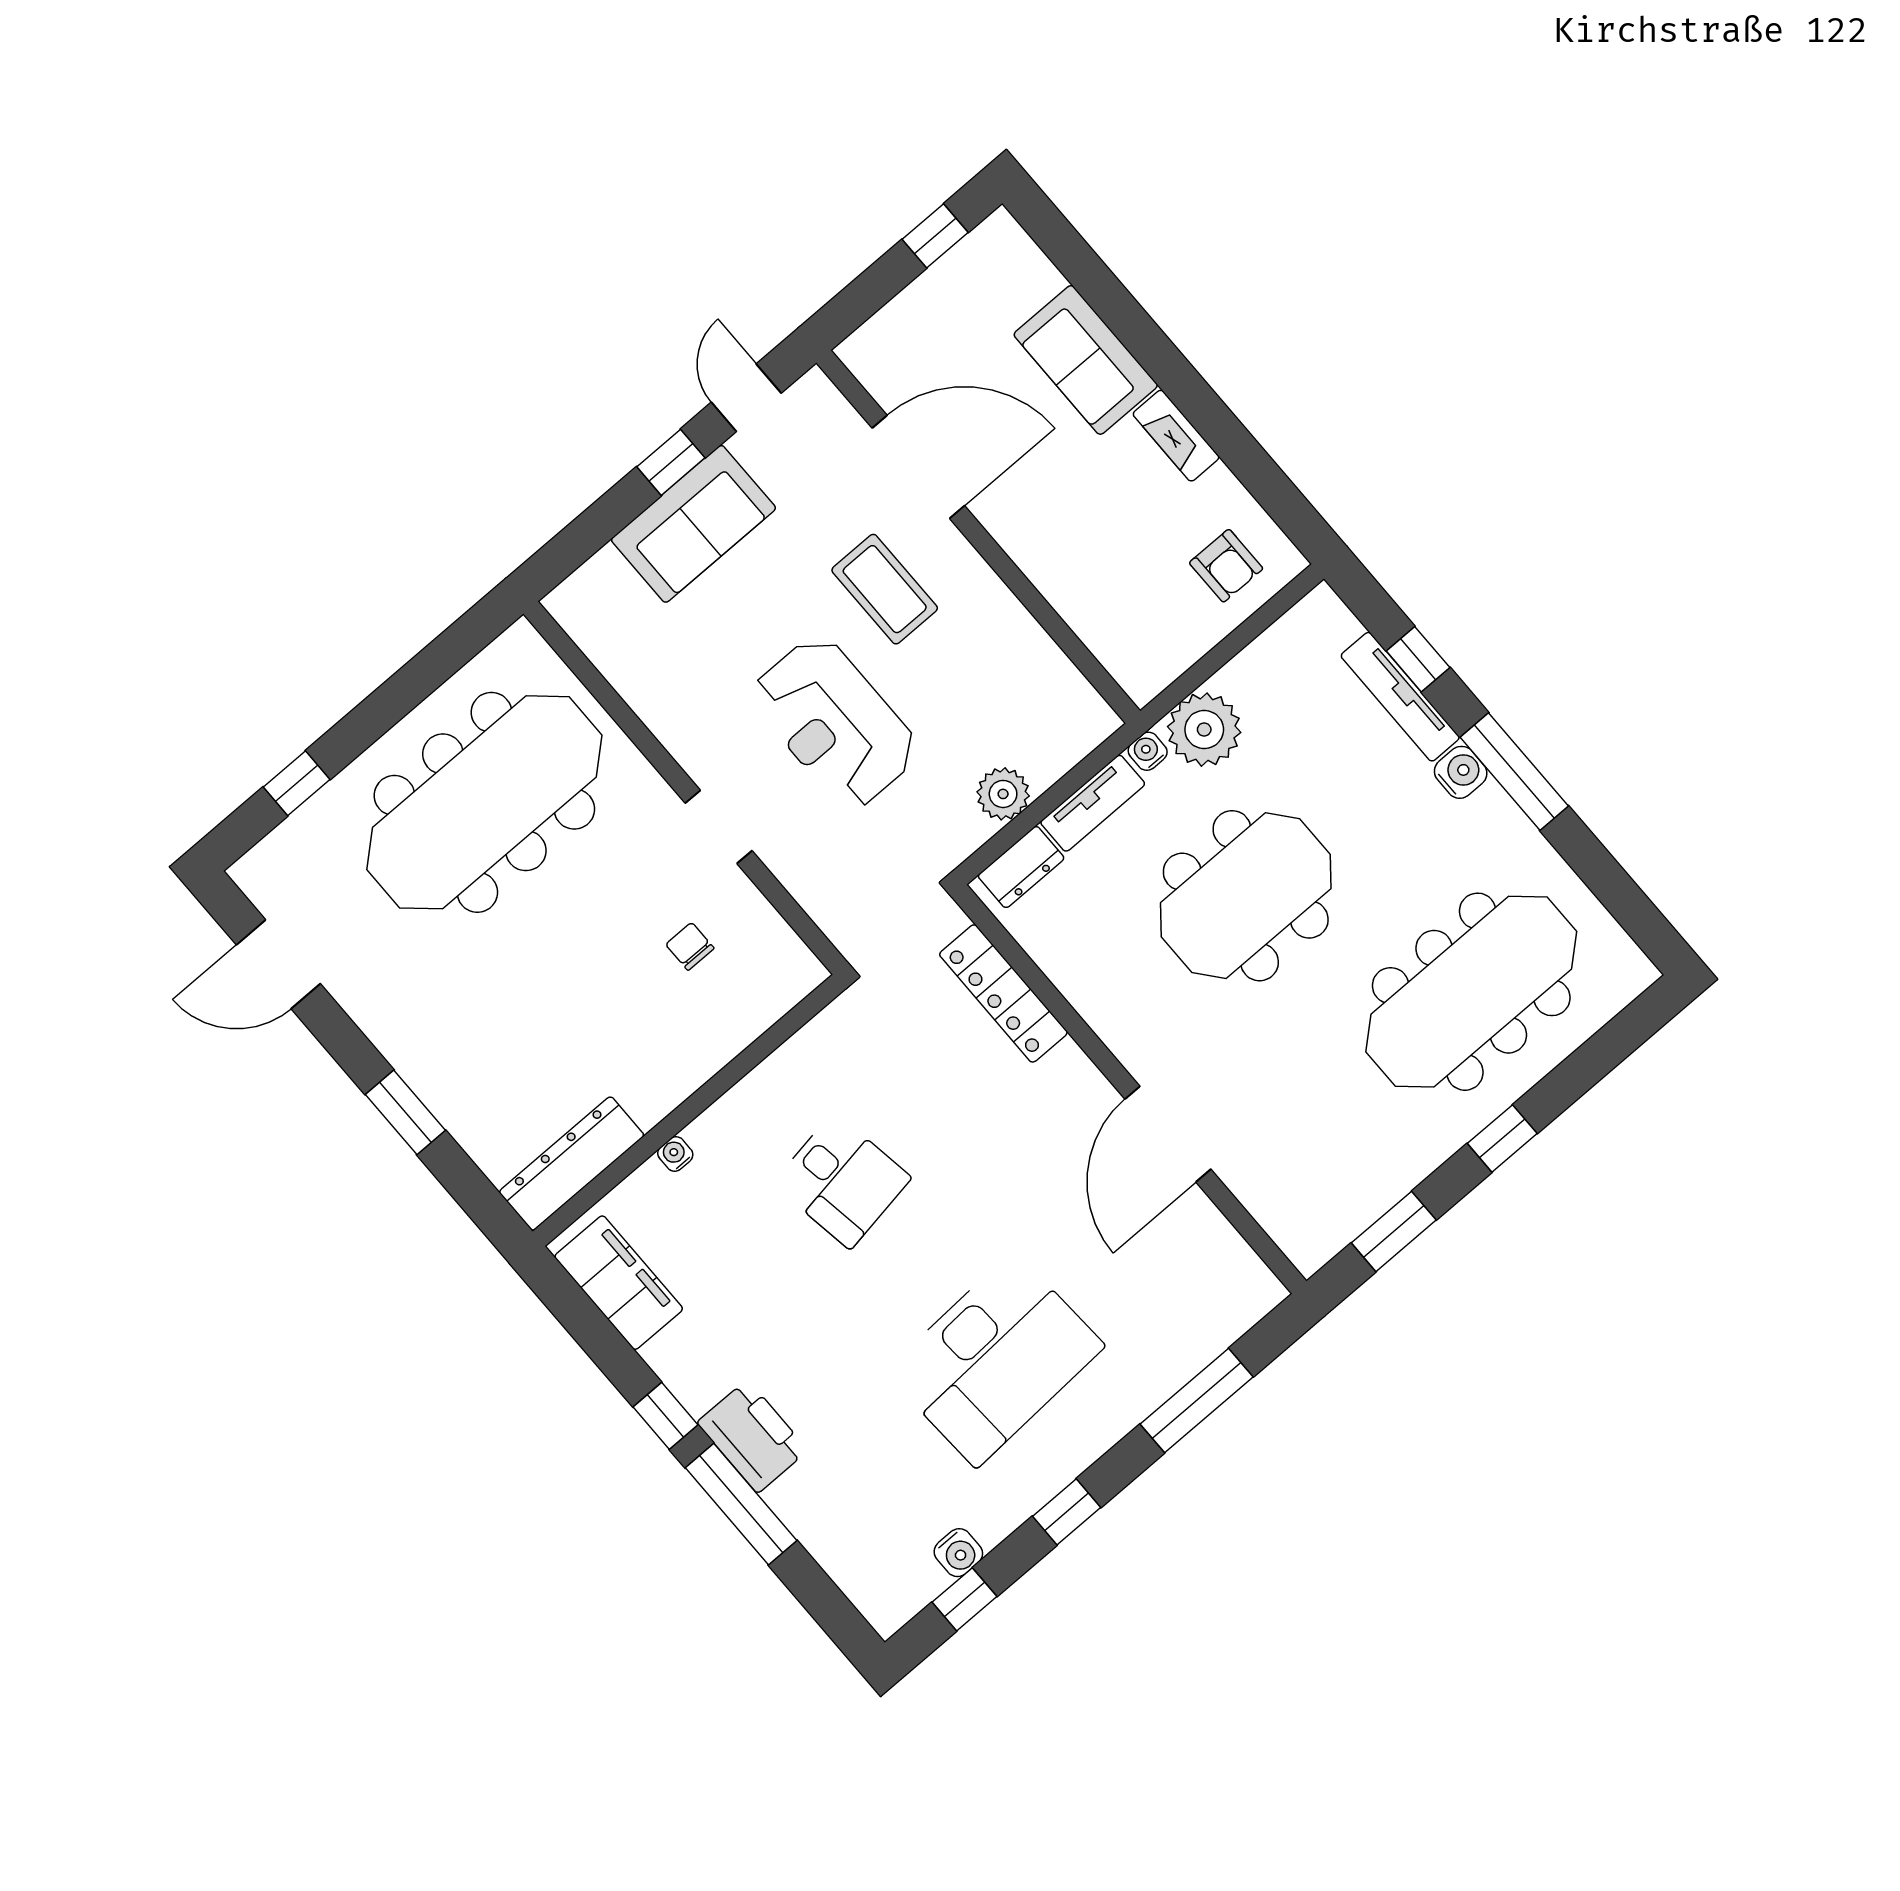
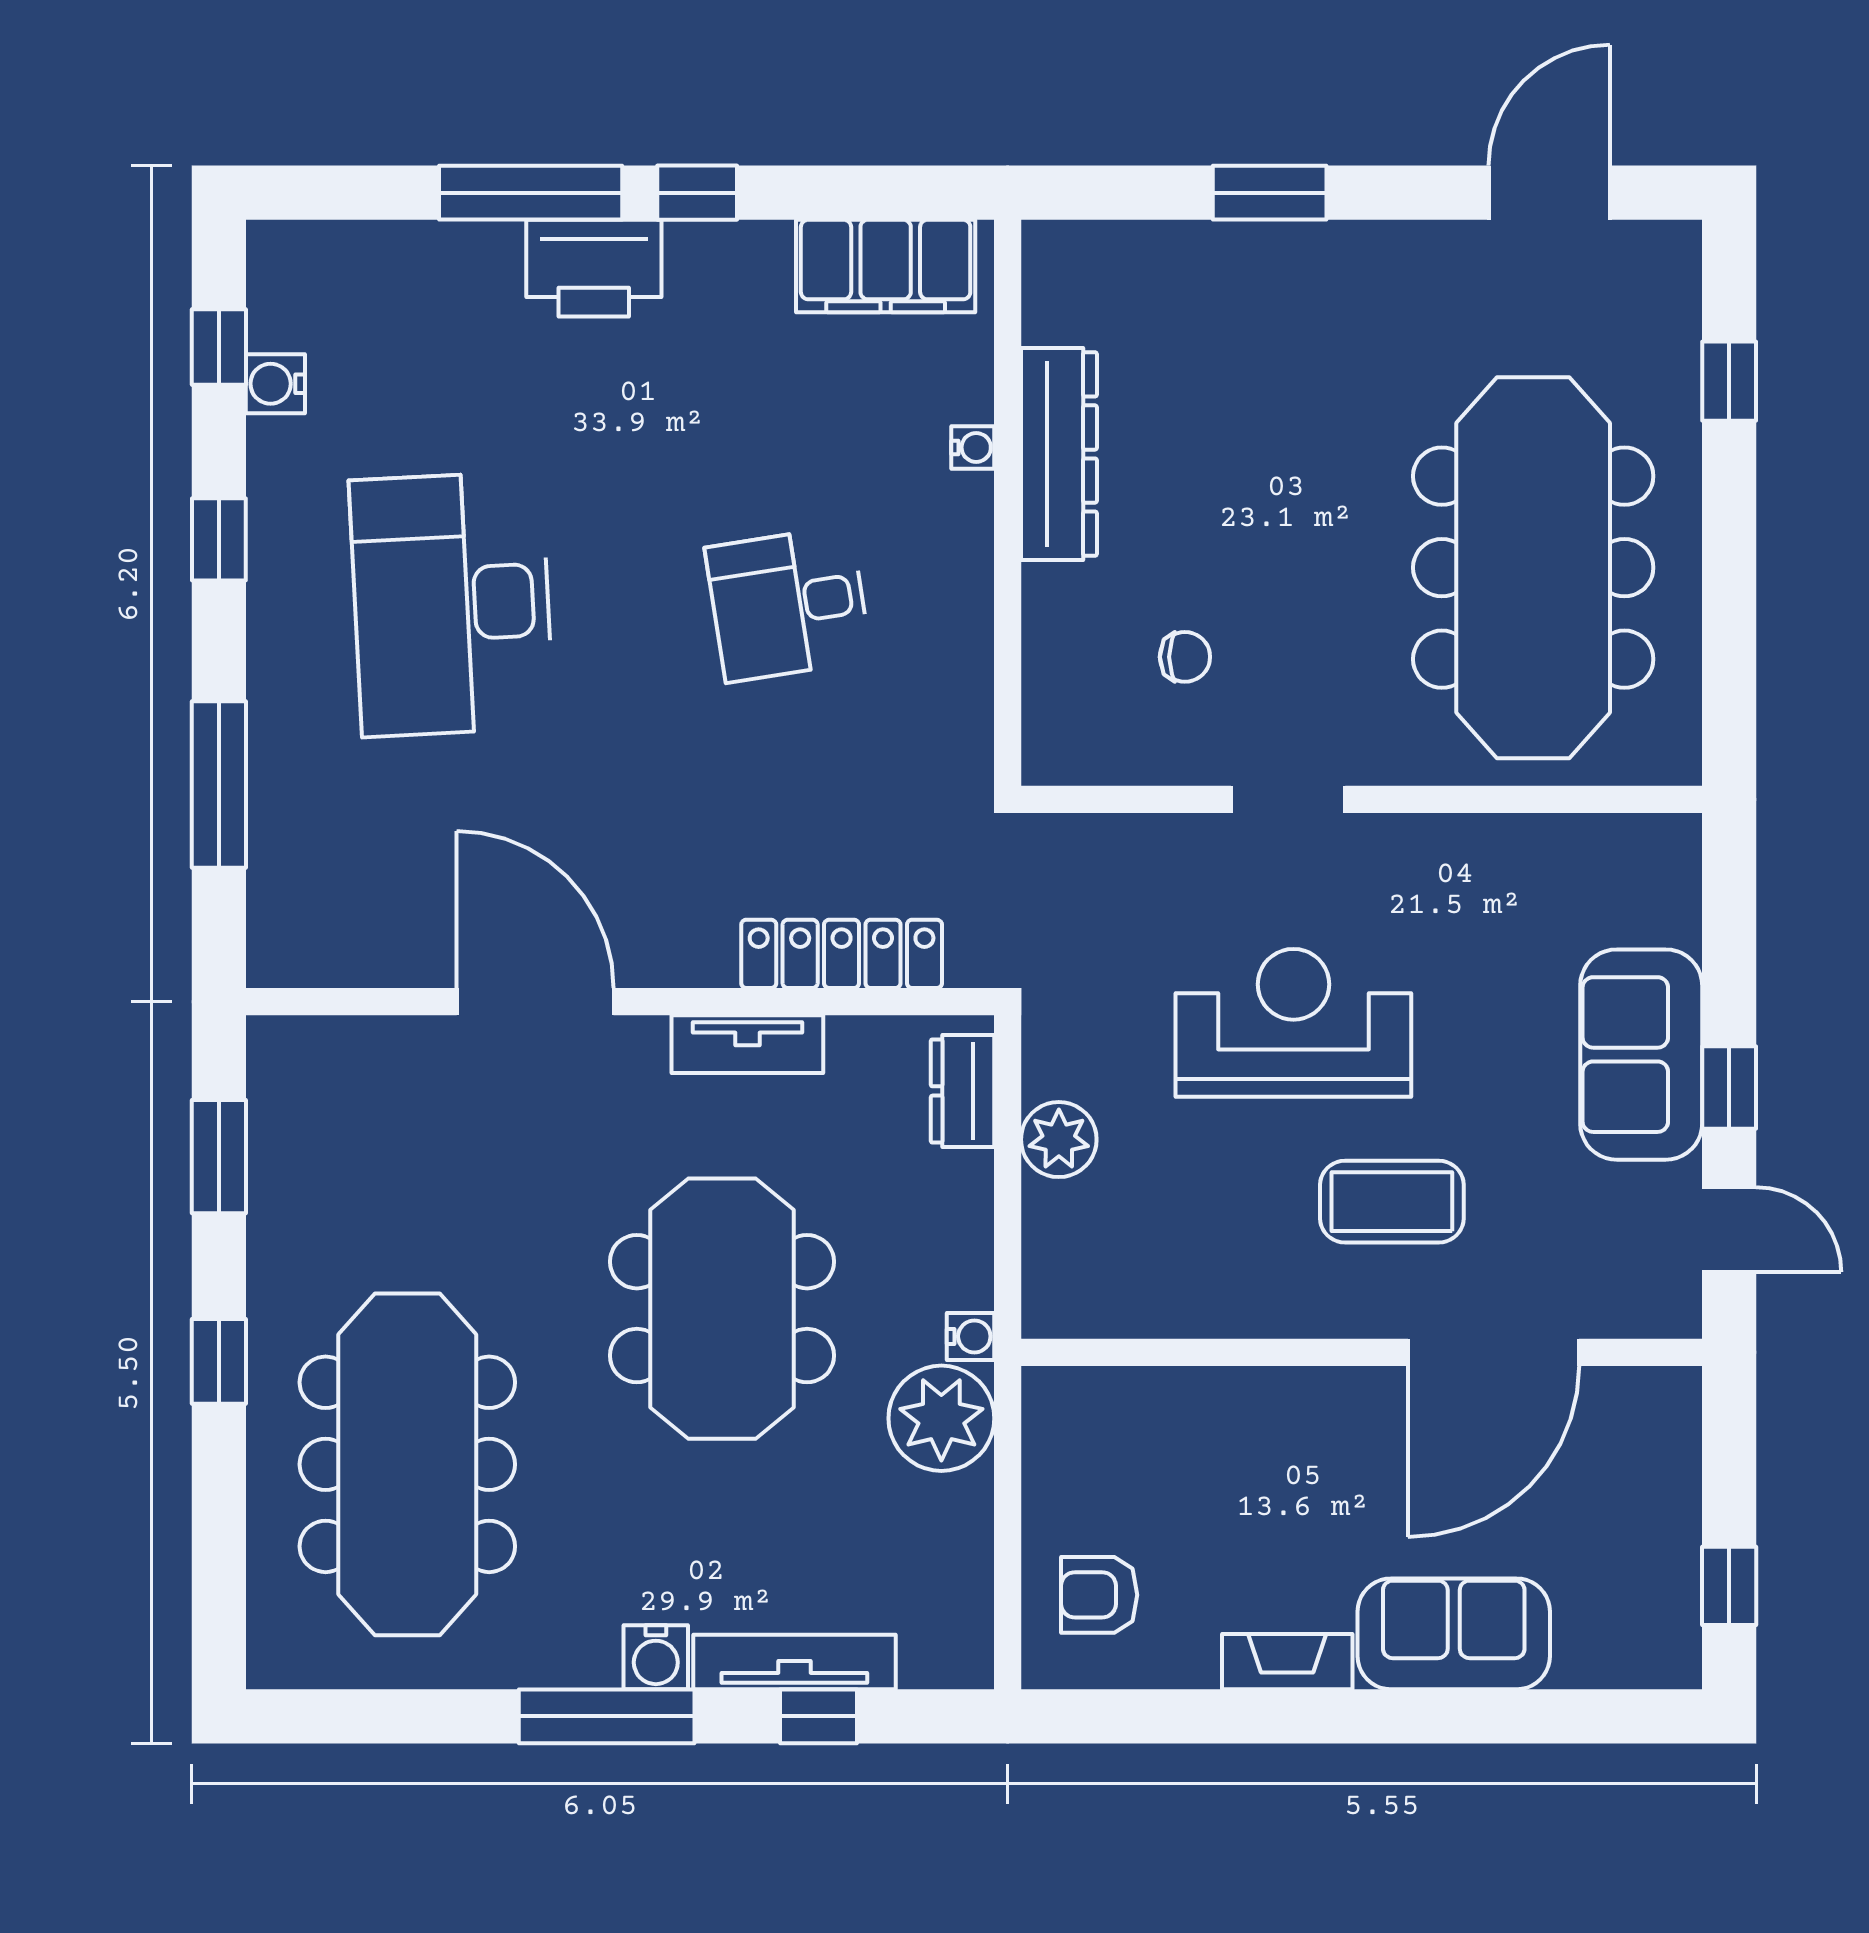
tv unit: (1093, 803) -> (747, 1044), moved, turned -90
dresser: (572, 1164) -> (1059, 454), moved

